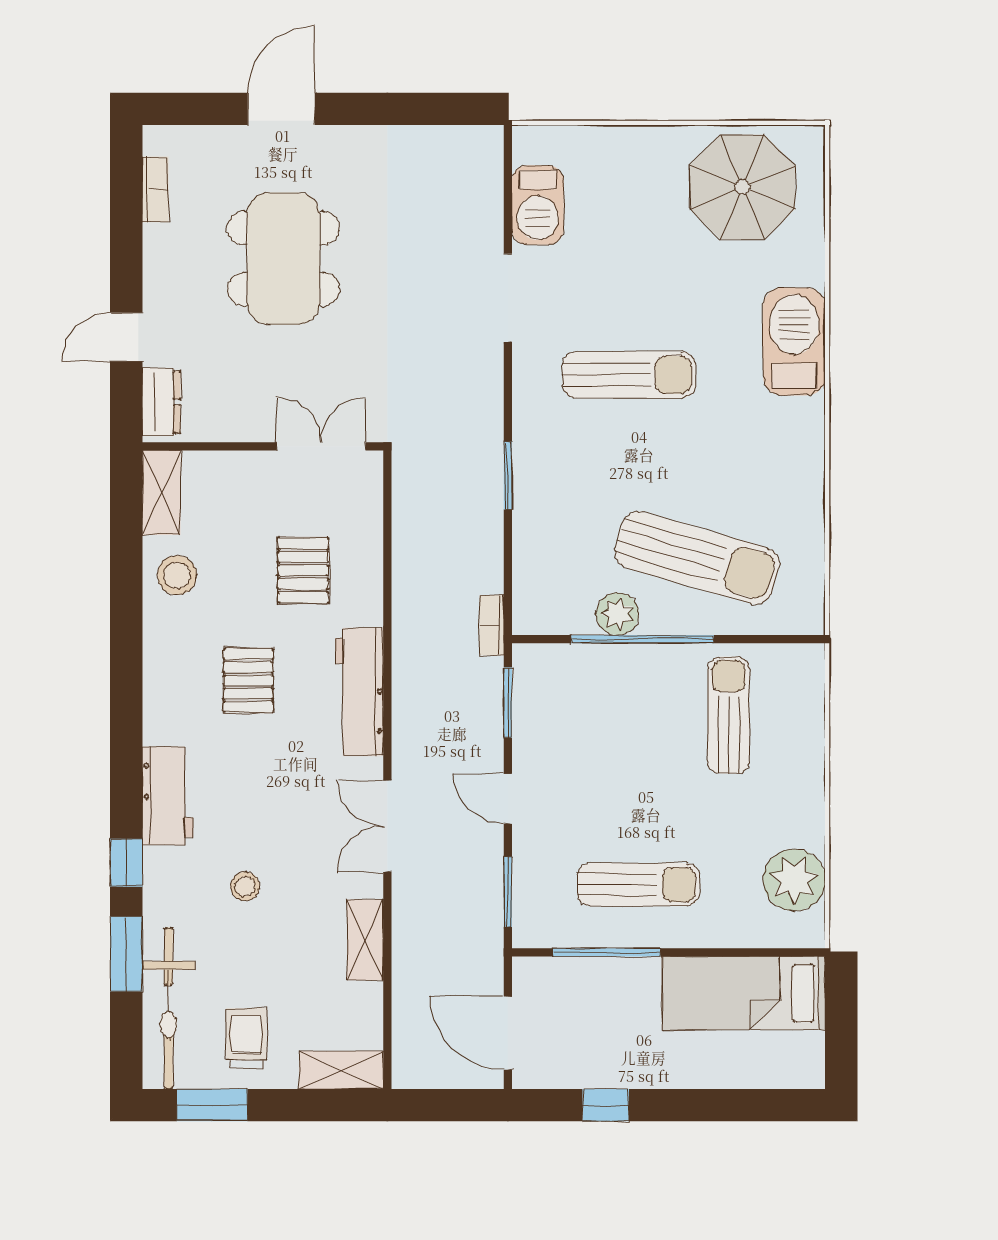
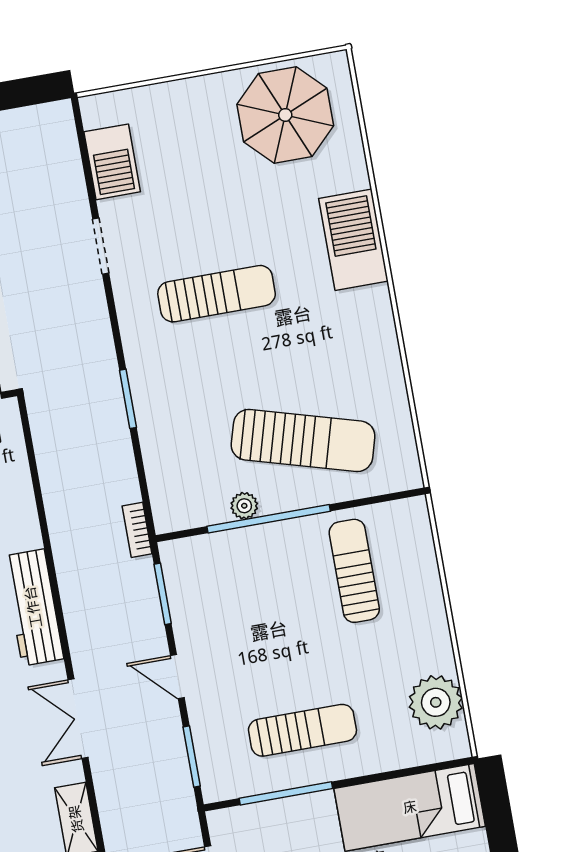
doorway: (508, 298) -> (101, 246), width x0.73
plant: (618, 614) -> (244, 506), width x0.73, depth x0.73

